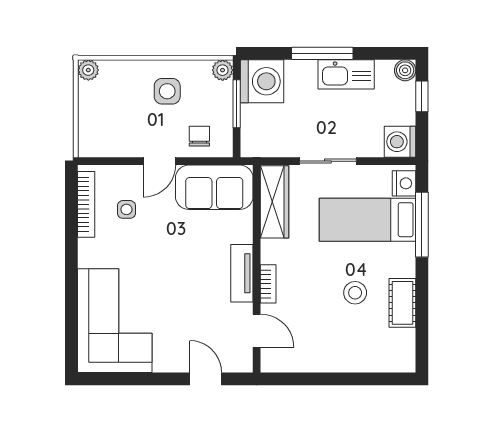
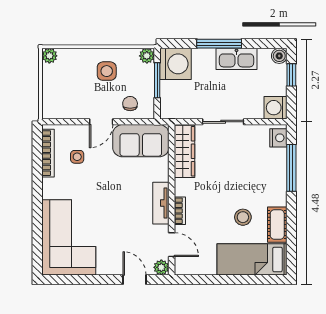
bed: (368, 220) -> (252, 259), moved
plant: (242, 362) -> (161, 267), added

